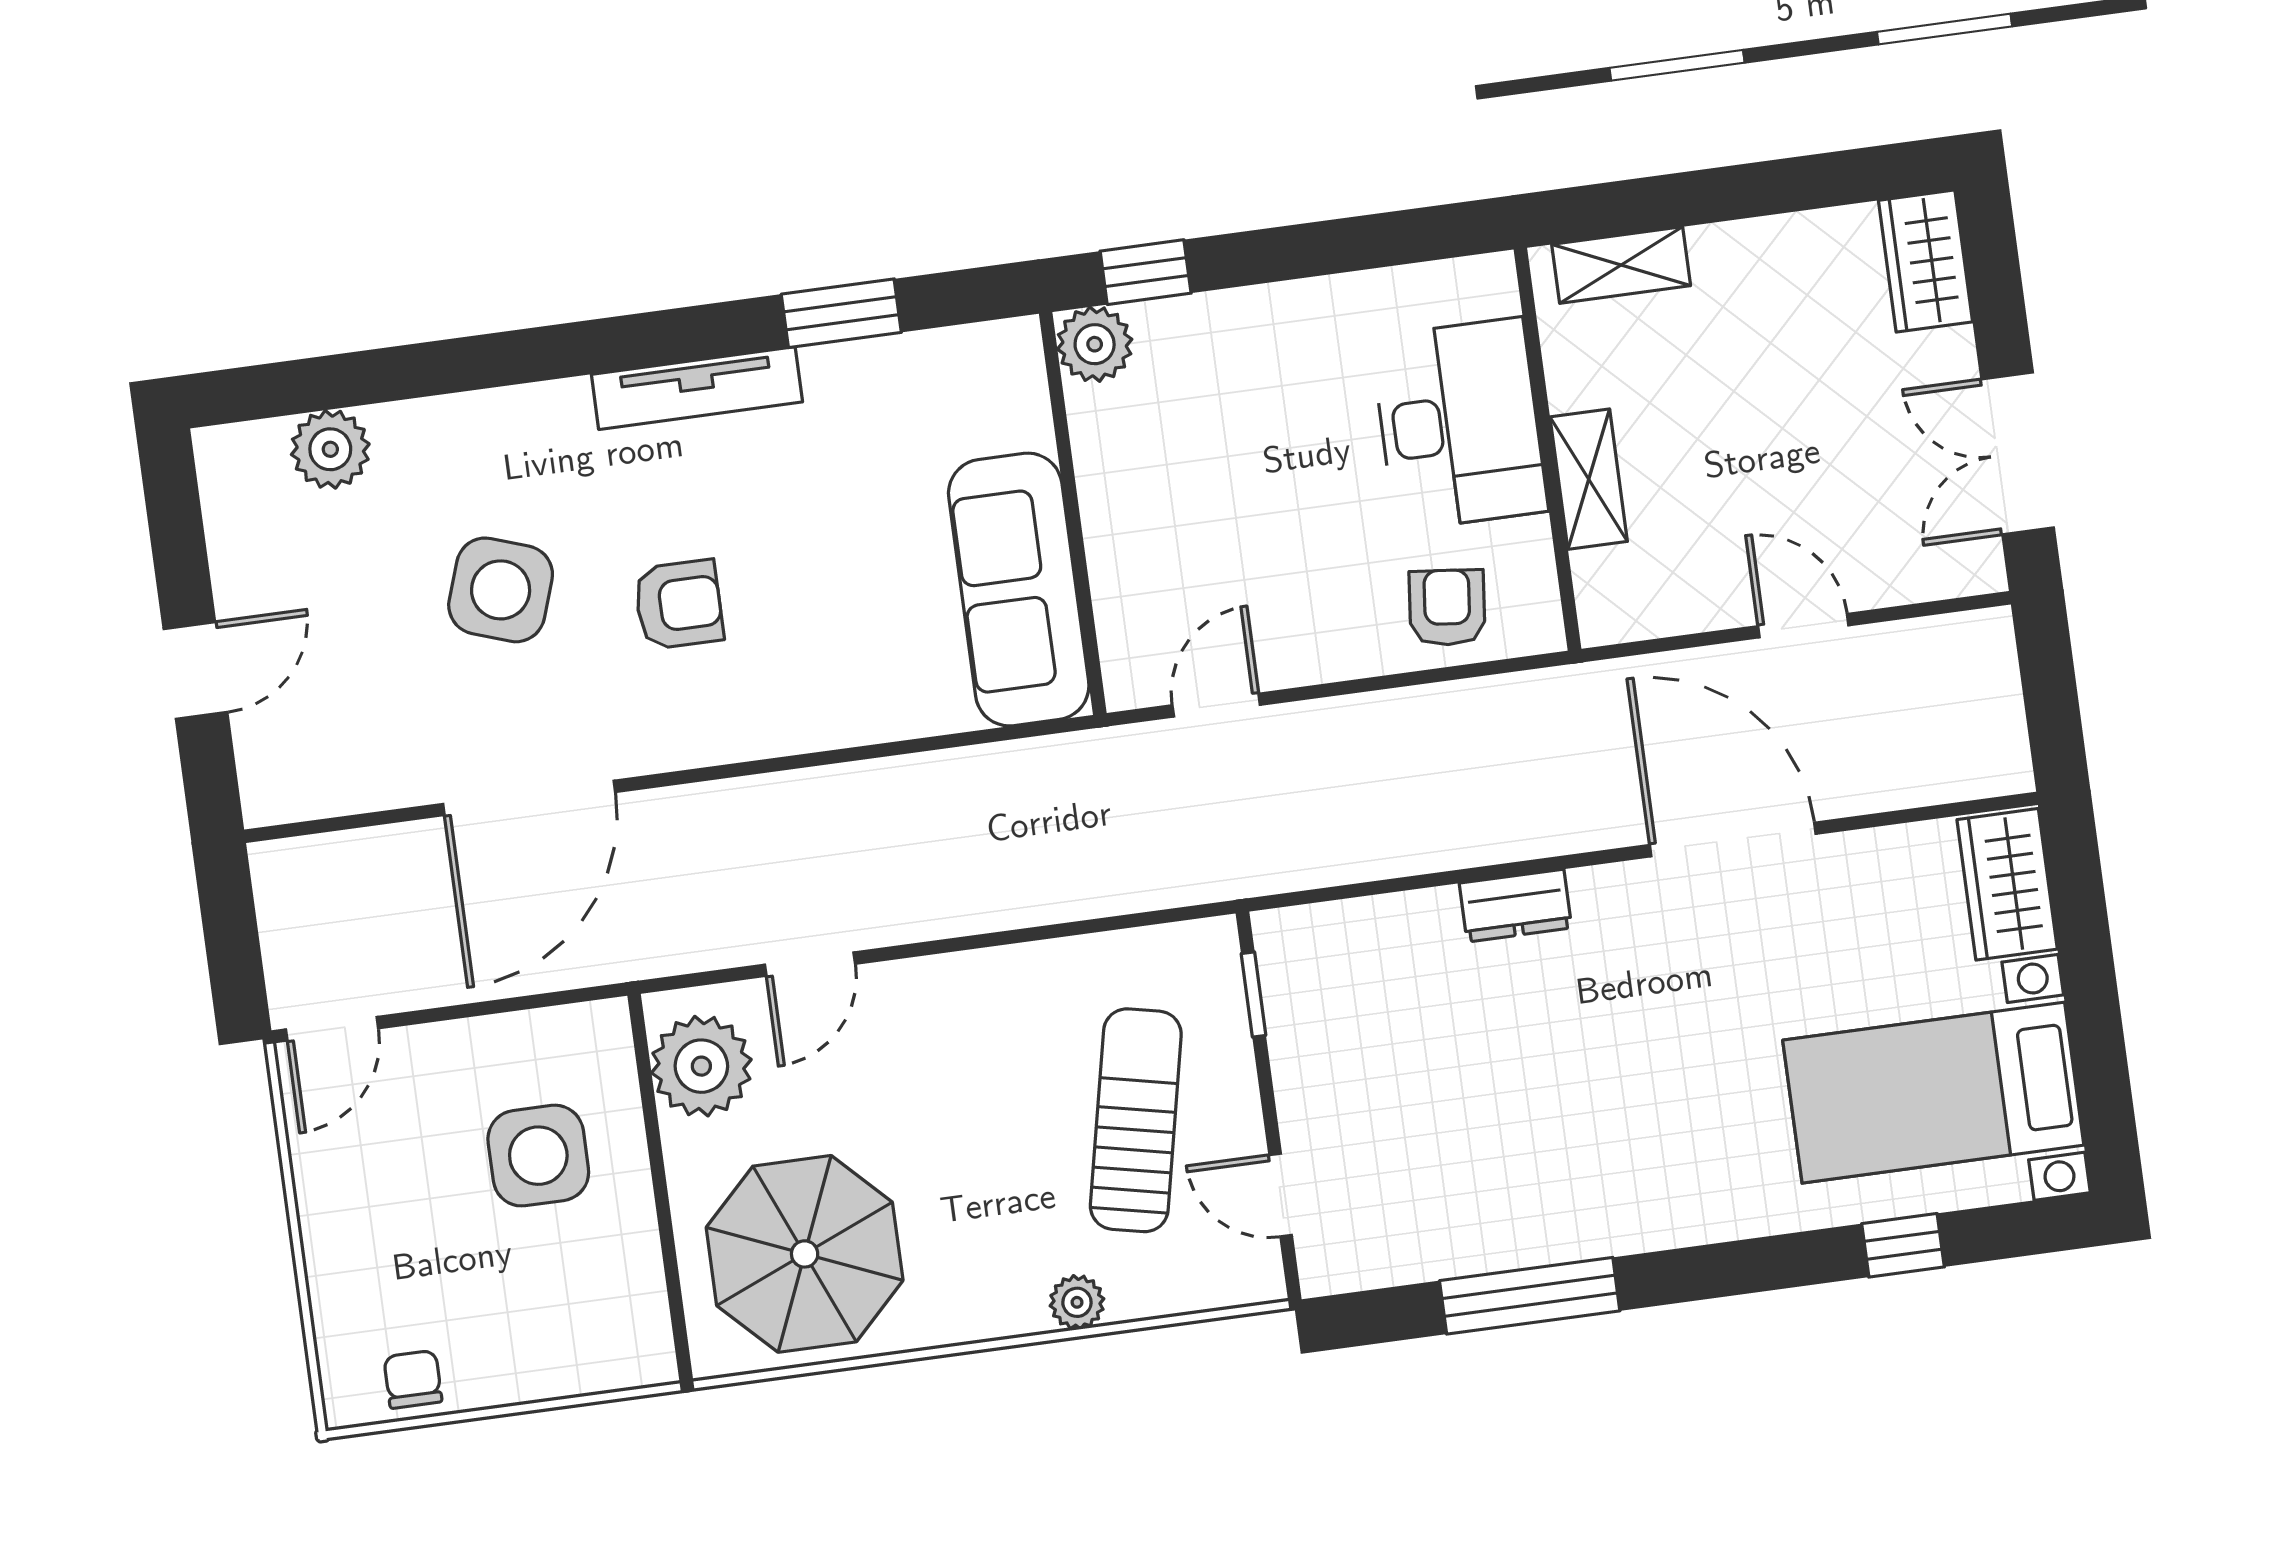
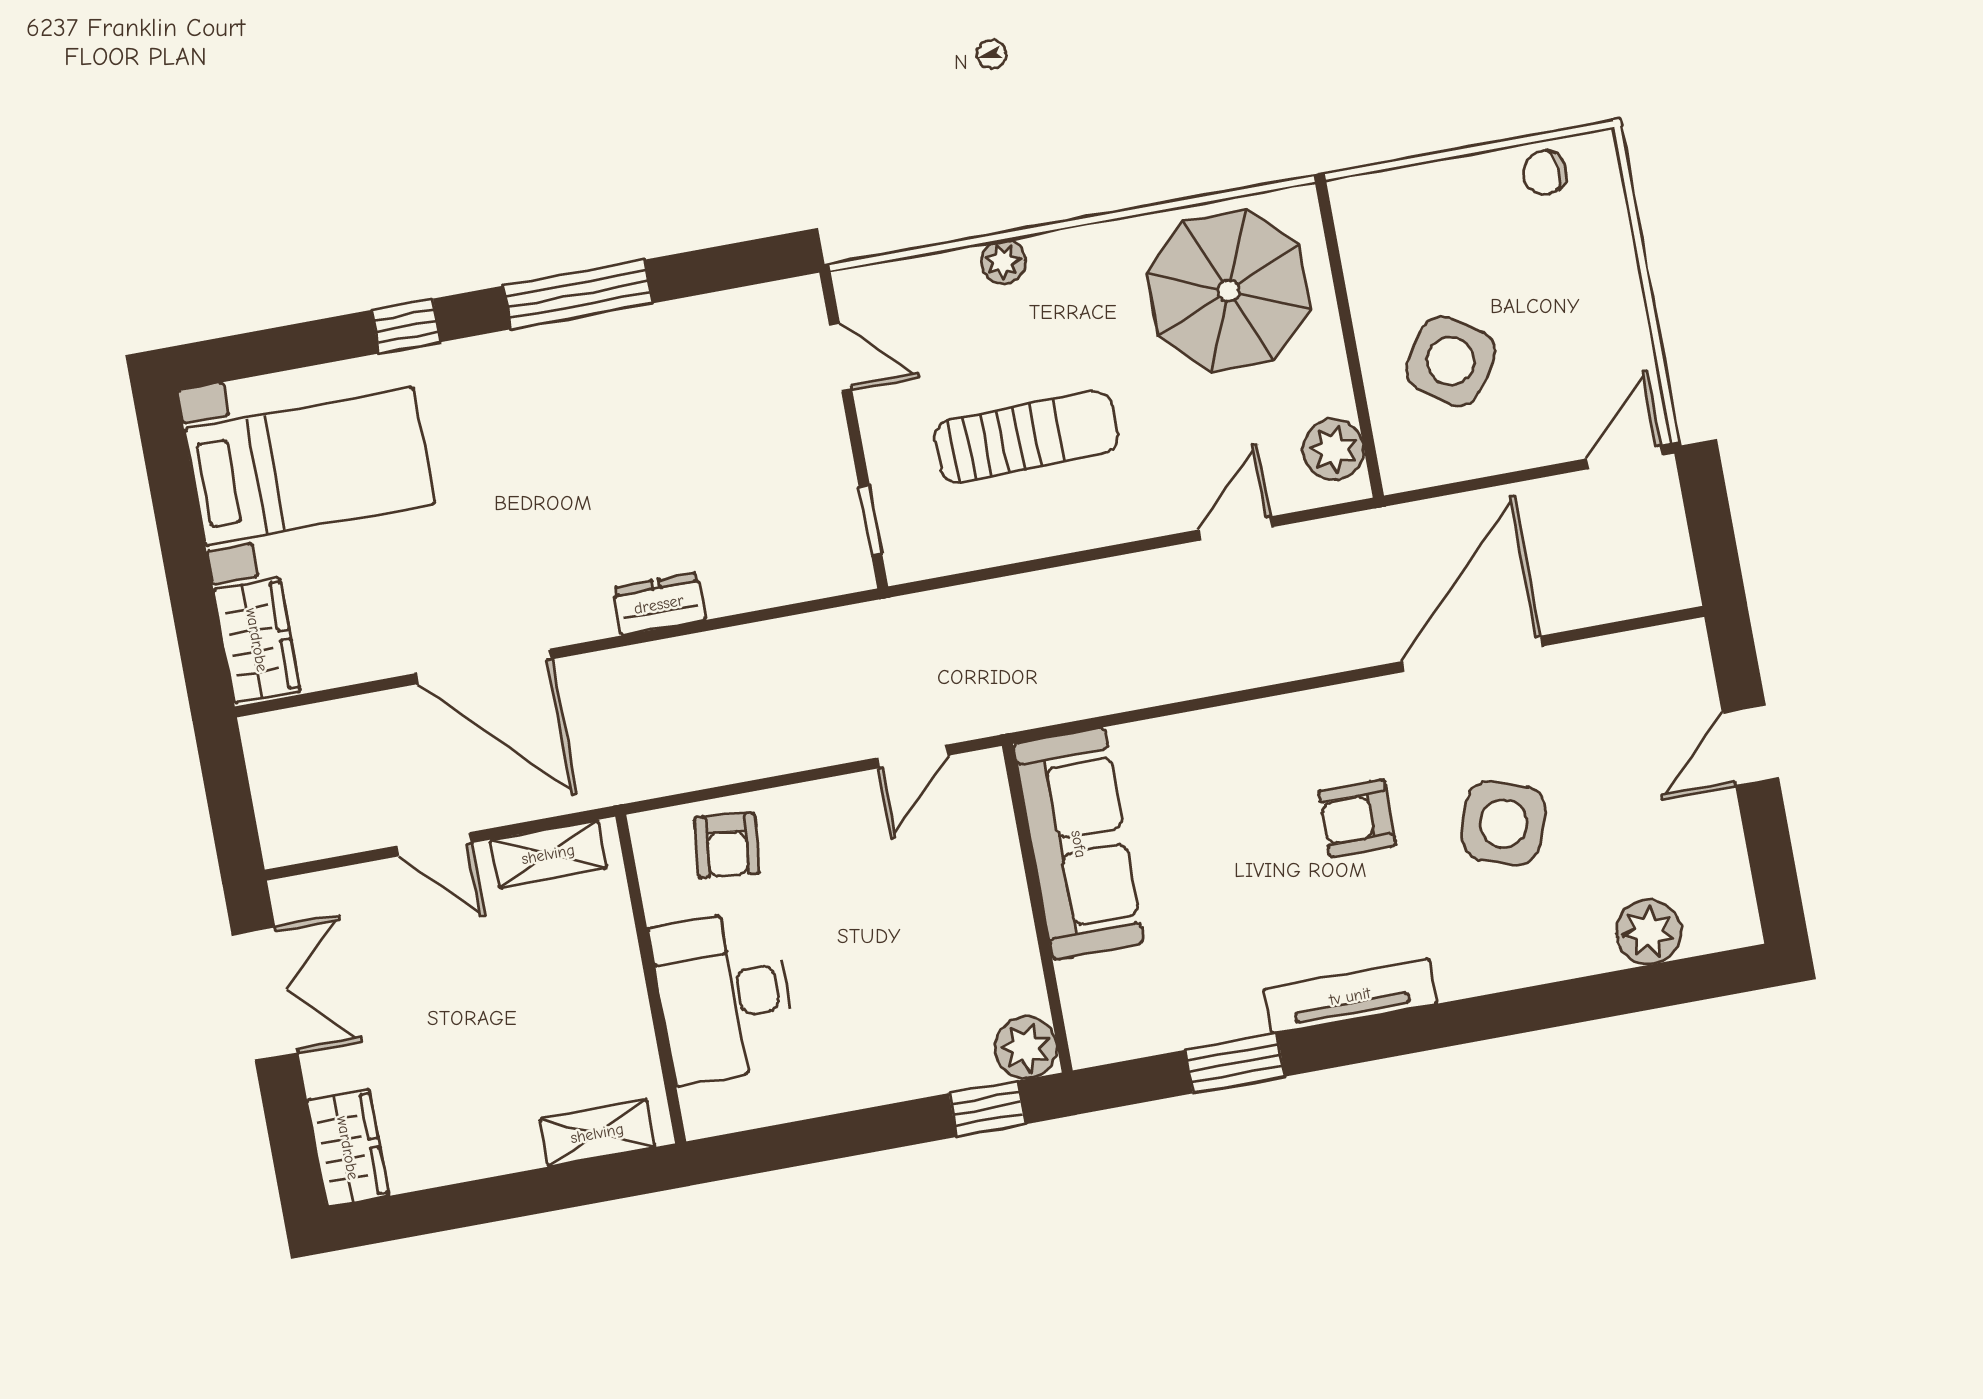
shelving: (1589, 479) -> (548, 854), moved, turned 90
plant: (701, 1066) -> (1333, 450), width x0.73, depth x0.73
sun lounger: (1136, 1120) -> (1026, 437), moved, turned -103
side table: (538, 1156) -> (1451, 361), turned 34
window: (1903, 1245) -> (406, 326), moved
window: (1530, 1296) -> (578, 294), moved
chair: (413, 1379) -> (1545, 173), turned 82

